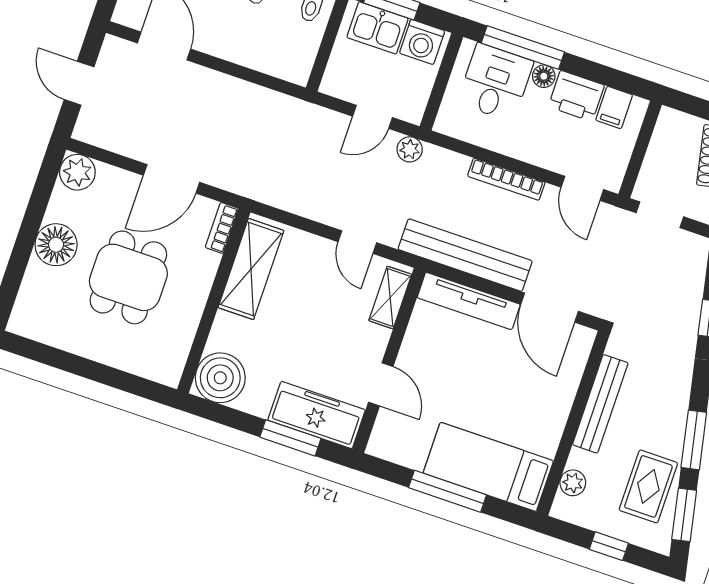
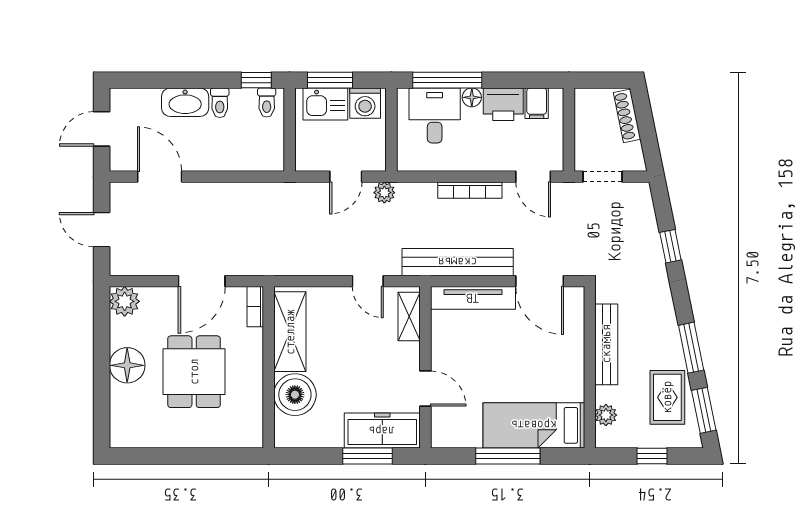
boiler: (220, 378) -> (295, 395), moved

